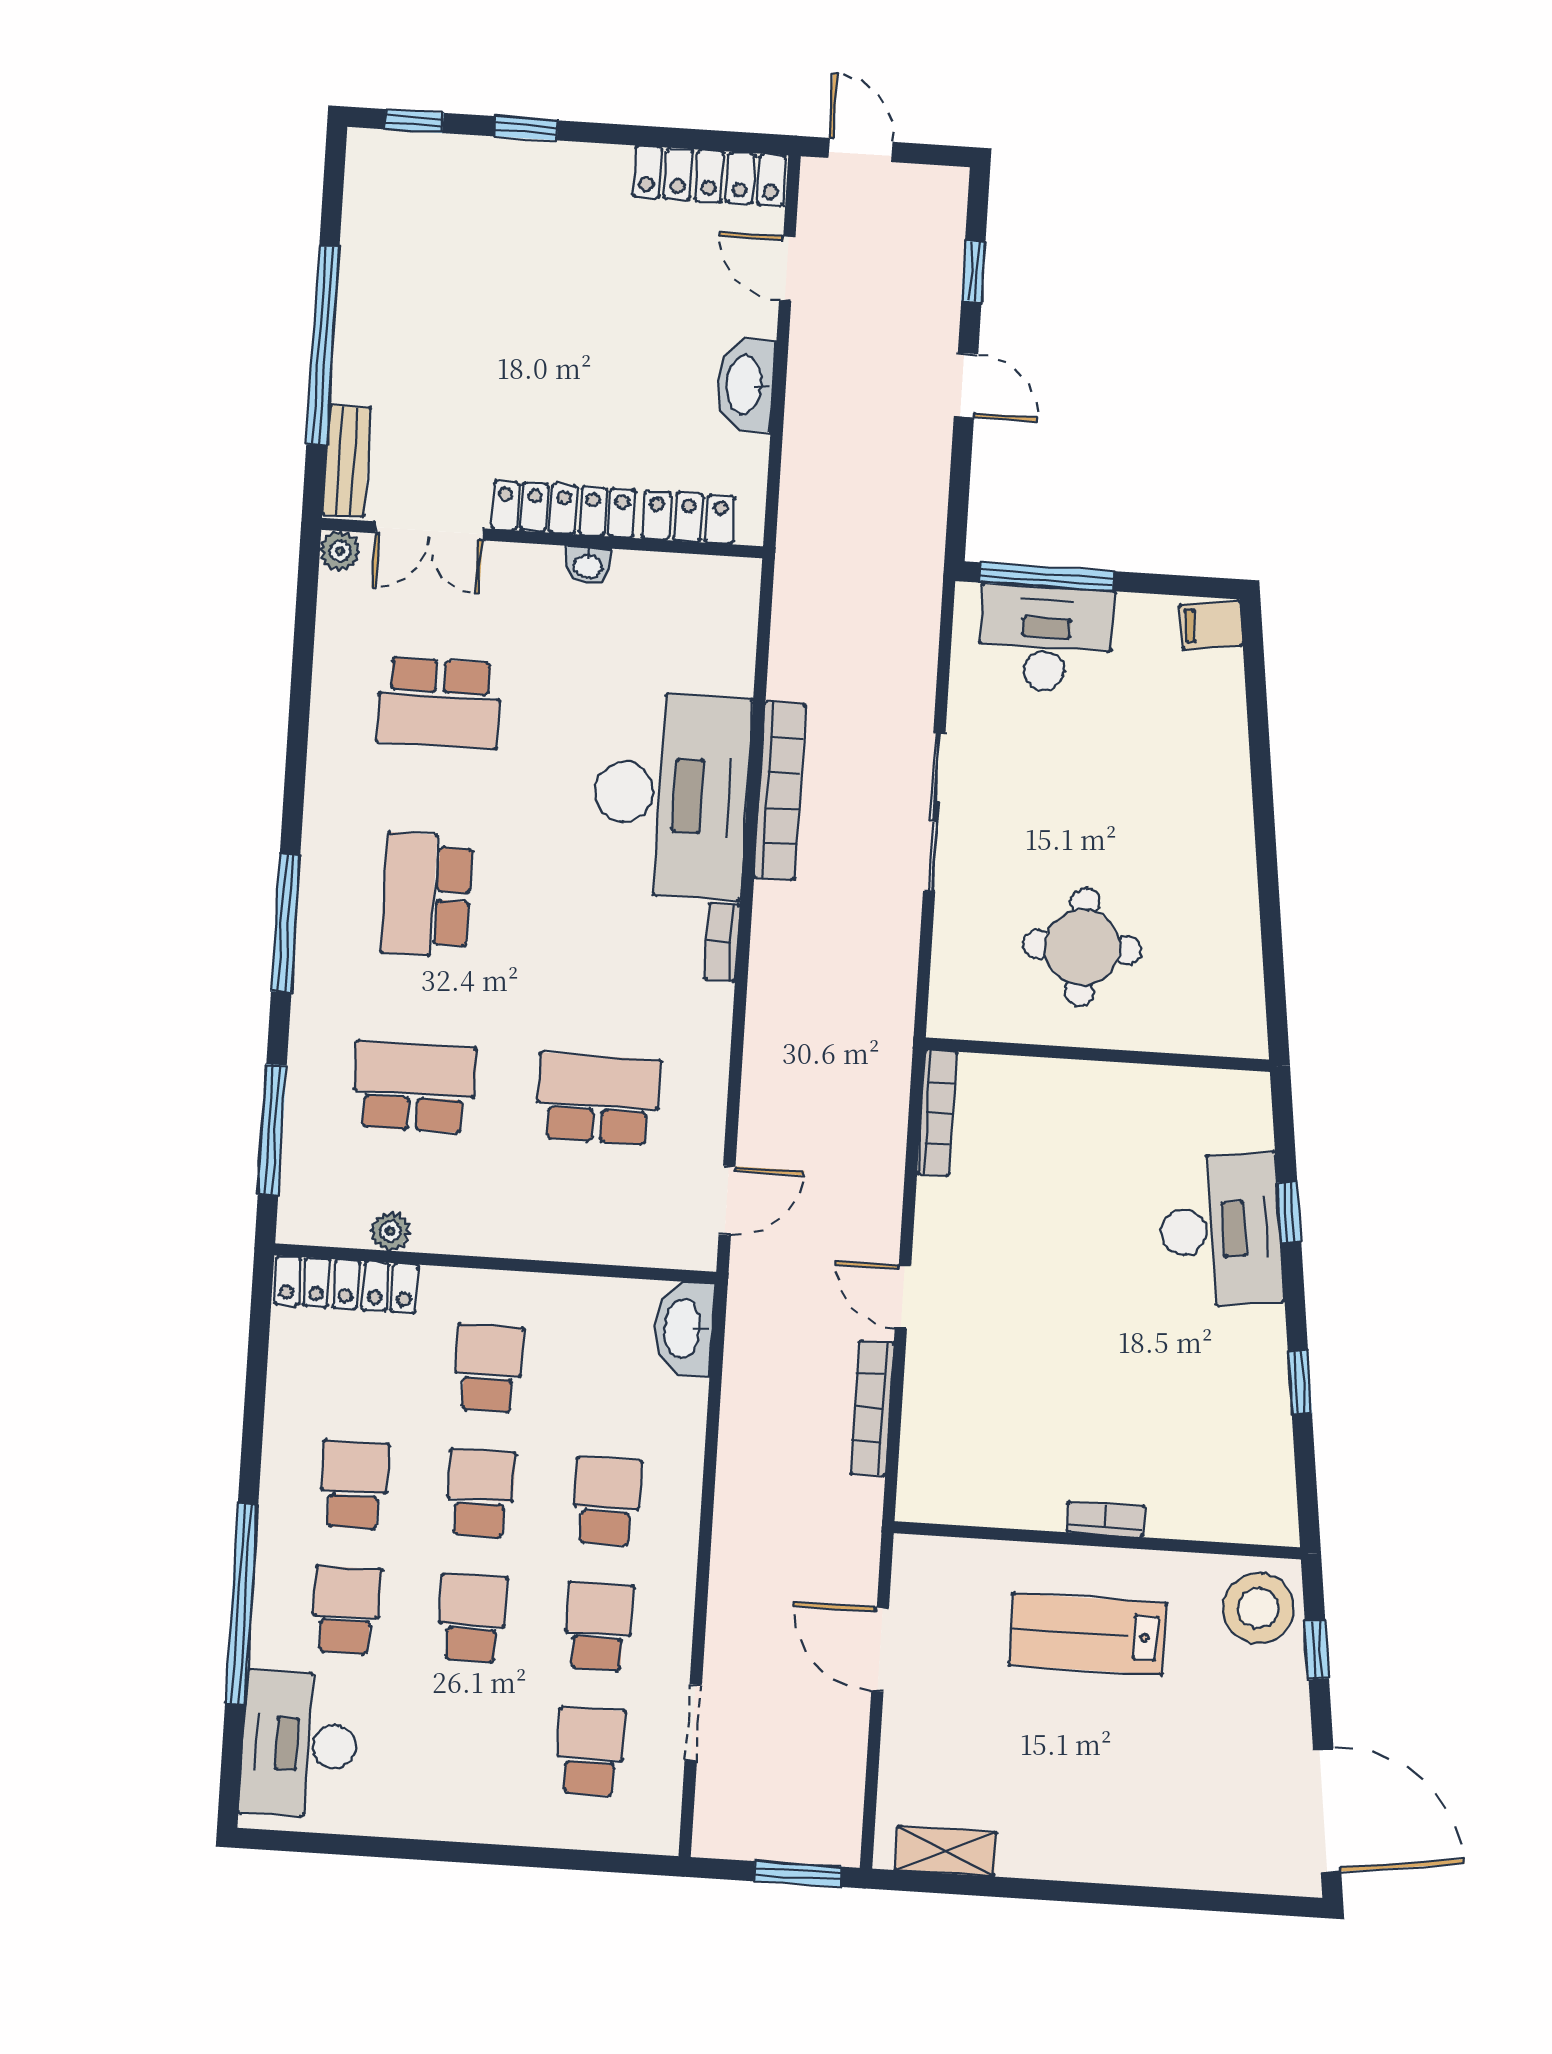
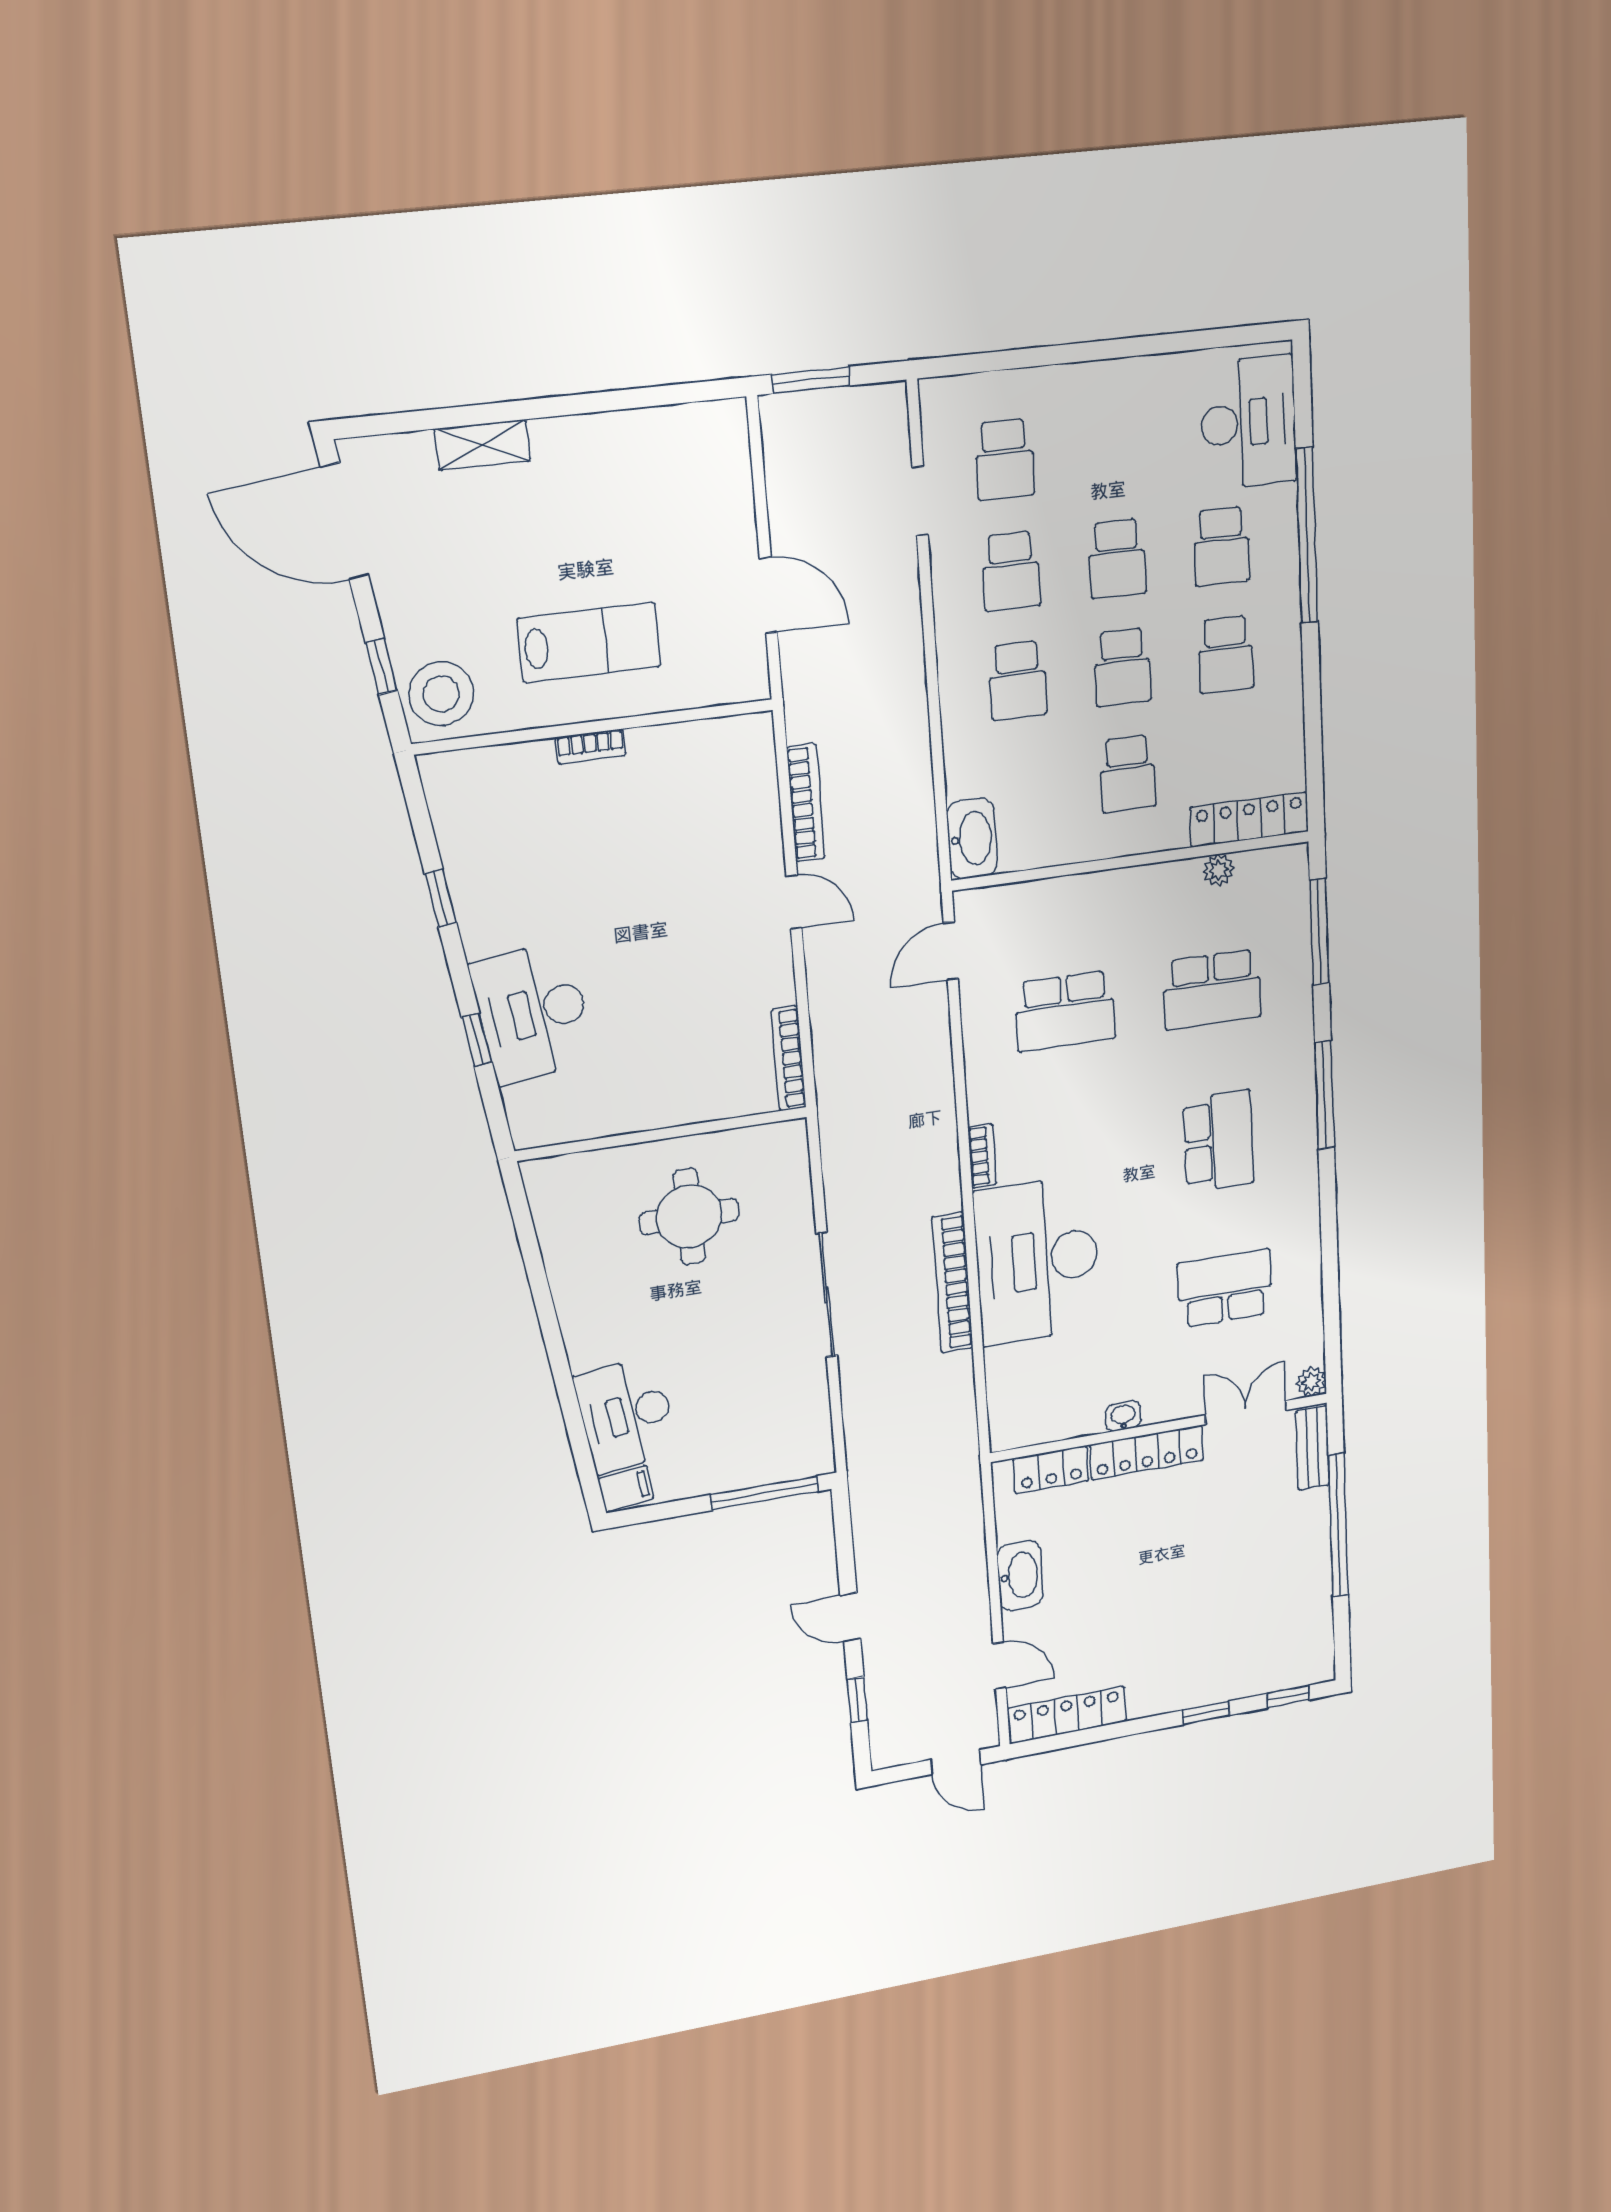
desk: (1046, 639) -> (626, 1415), moved, turned 83
shelving: (946, 1851) -> (482, 445), moved

